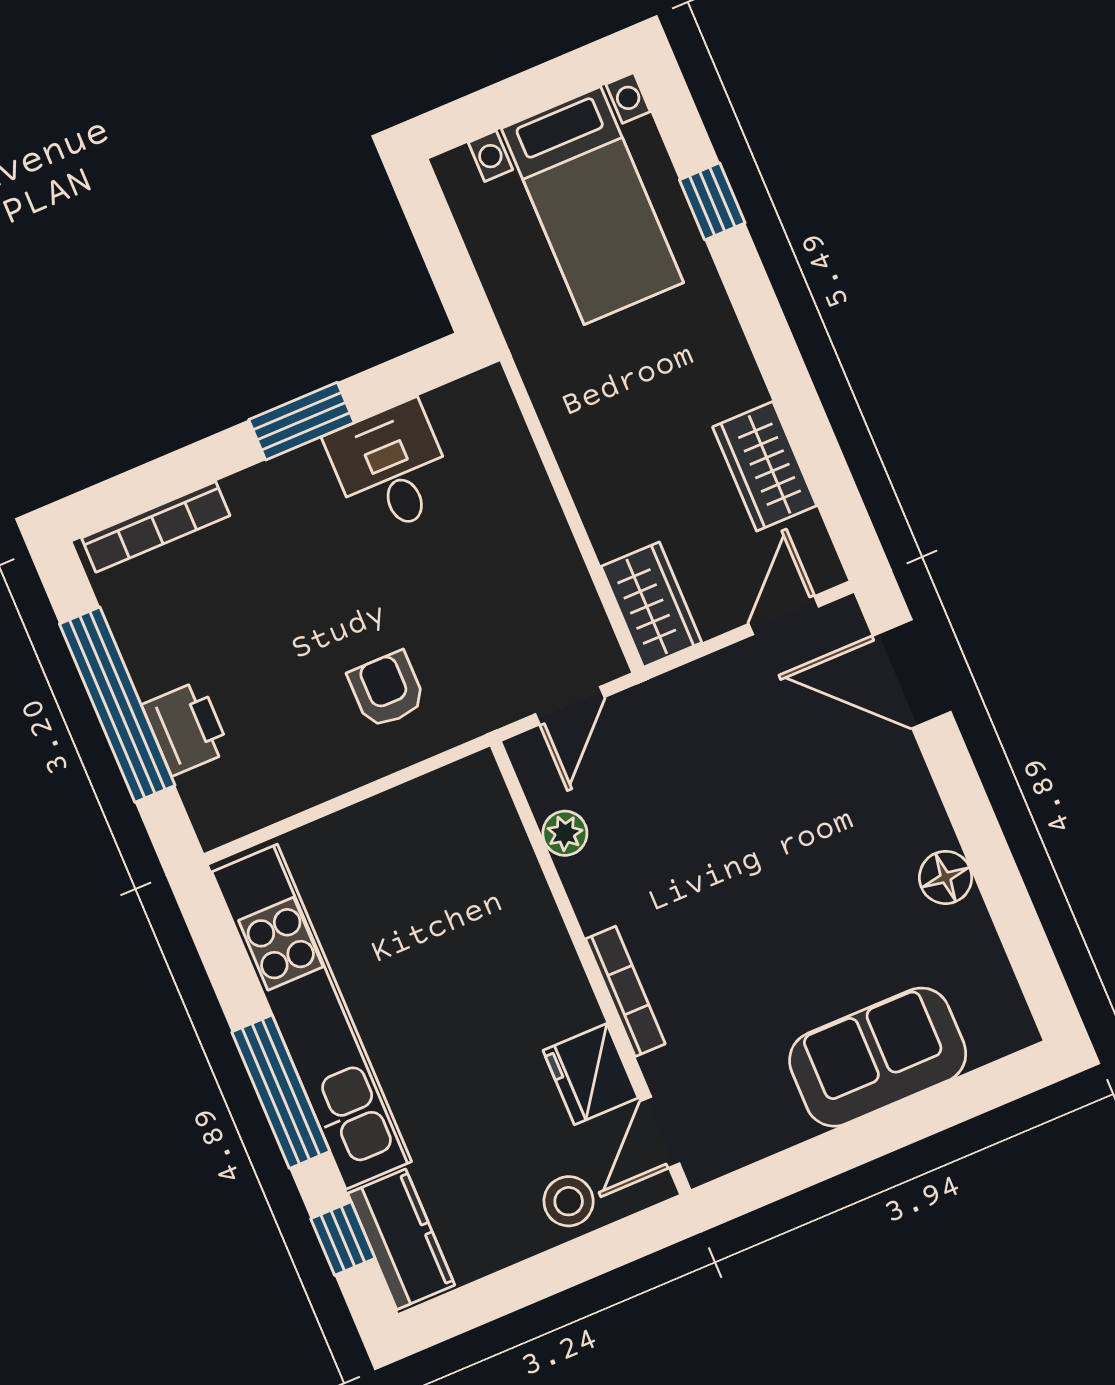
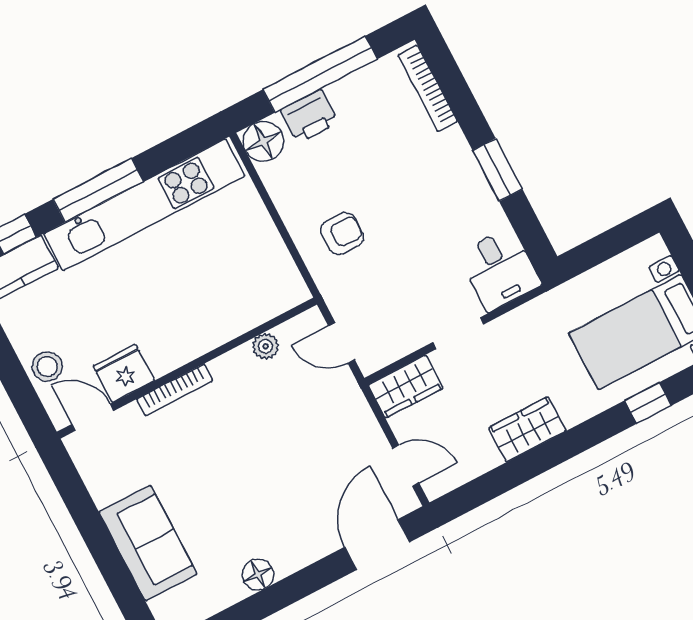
wardrobe: (765, 466) -> (527, 429), moved
desk: (391, 468) -> (499, 269), moved, turned 90
doorway: (570, 509) -> (458, 333), added
floor lamp: (222, 809) -> (263, 141), added

